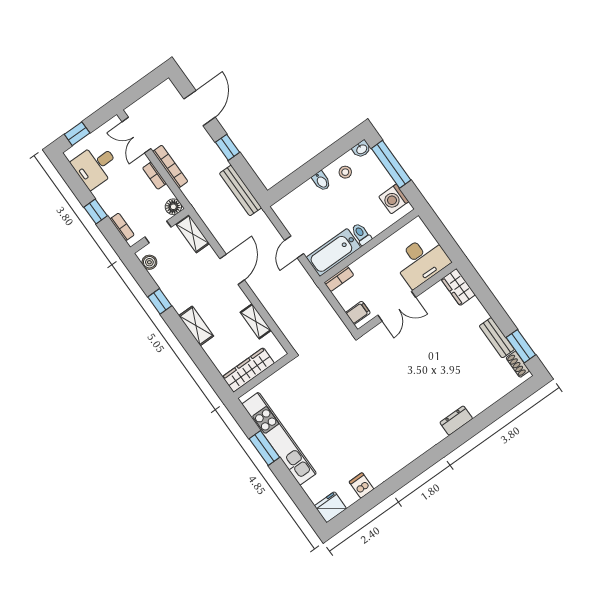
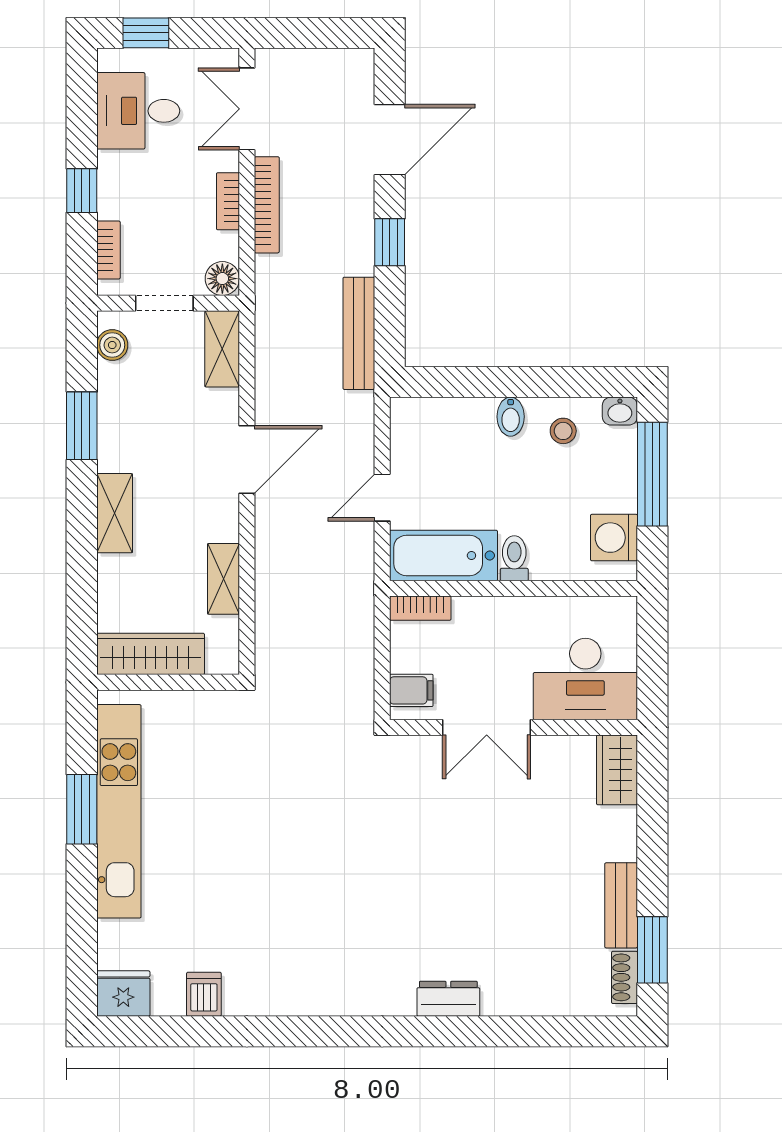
window: (160, 301) -> (82, 426), width x1.50

